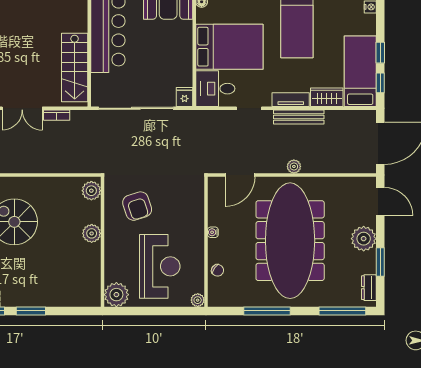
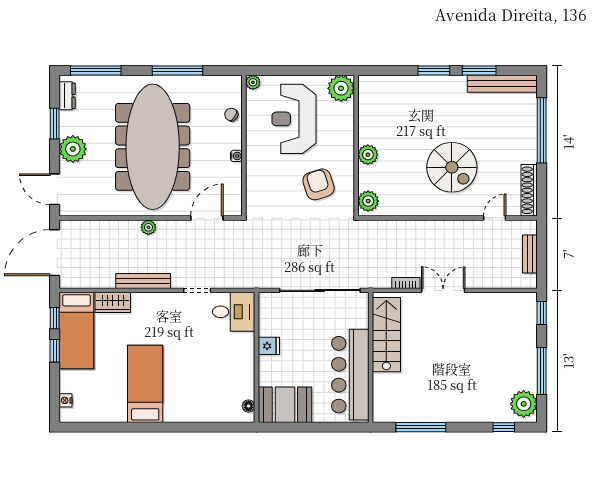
bed: (229, 47) -> (218, 357), removed
fridge: (185, 97) -> (269, 346), moved, turned -90
tv unit: (291, 100) -> (152, 300), removed

